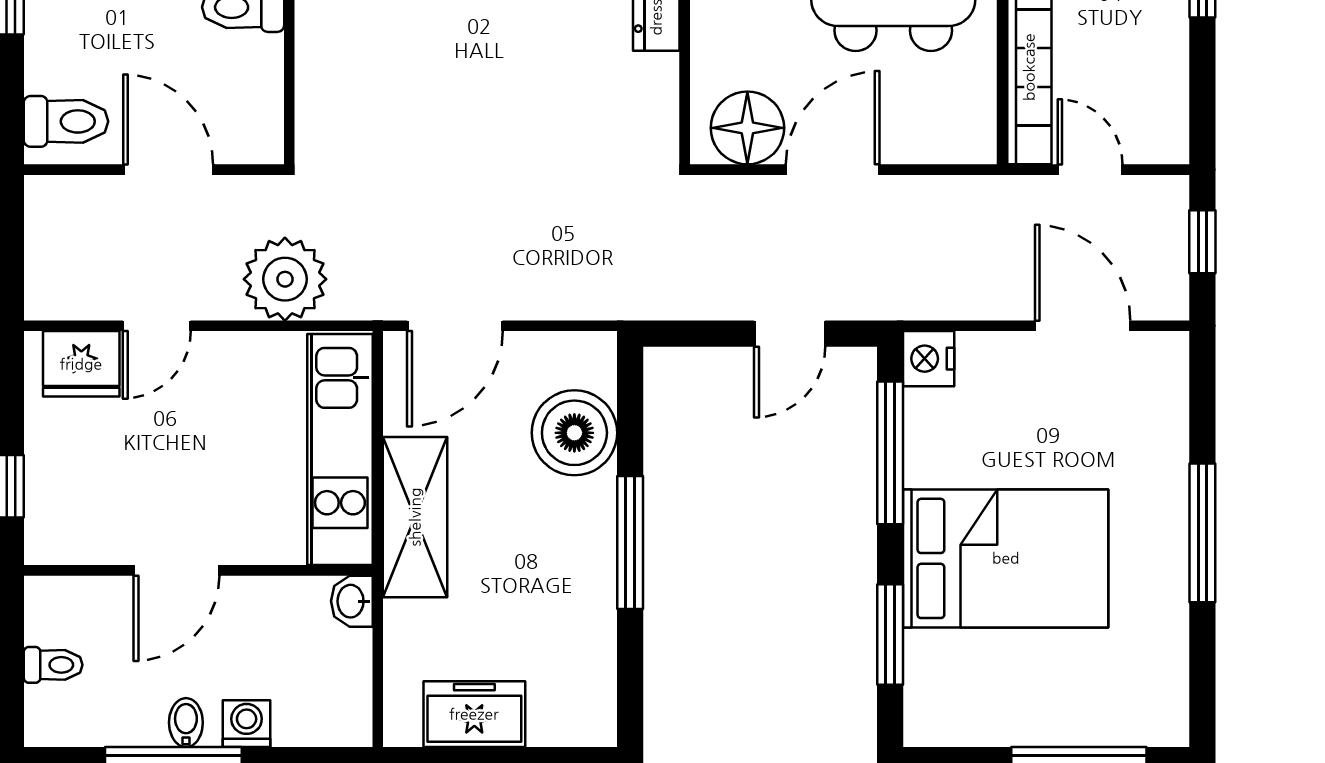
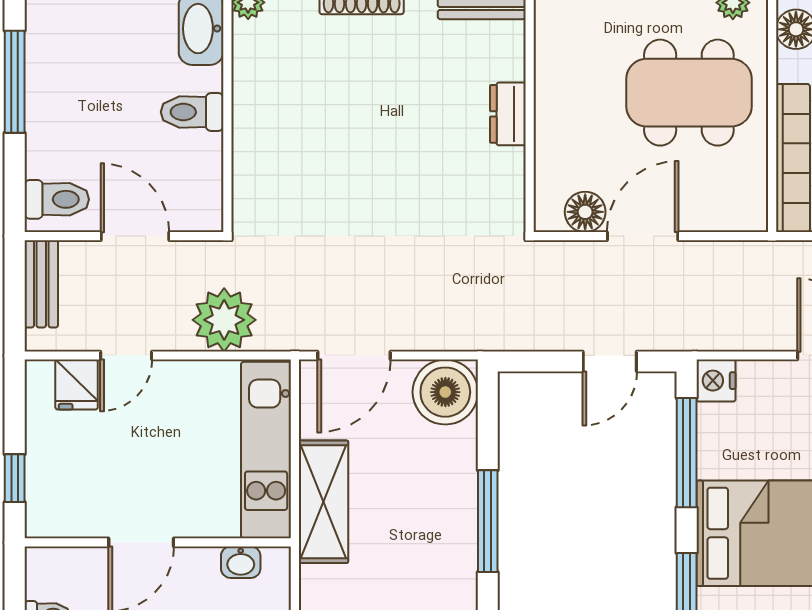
floor lamp: (747, 128) -> (585, 212), width x0.73, depth x0.73
bench: (46, 232) -> (41, 284), added
fridge: (81, 364) -> (77, 385), width x0.72
boiler: (574, 433) -> (445, 392), moved
washbasin: (352, 601) -> (241, 562), moved, turned -90

